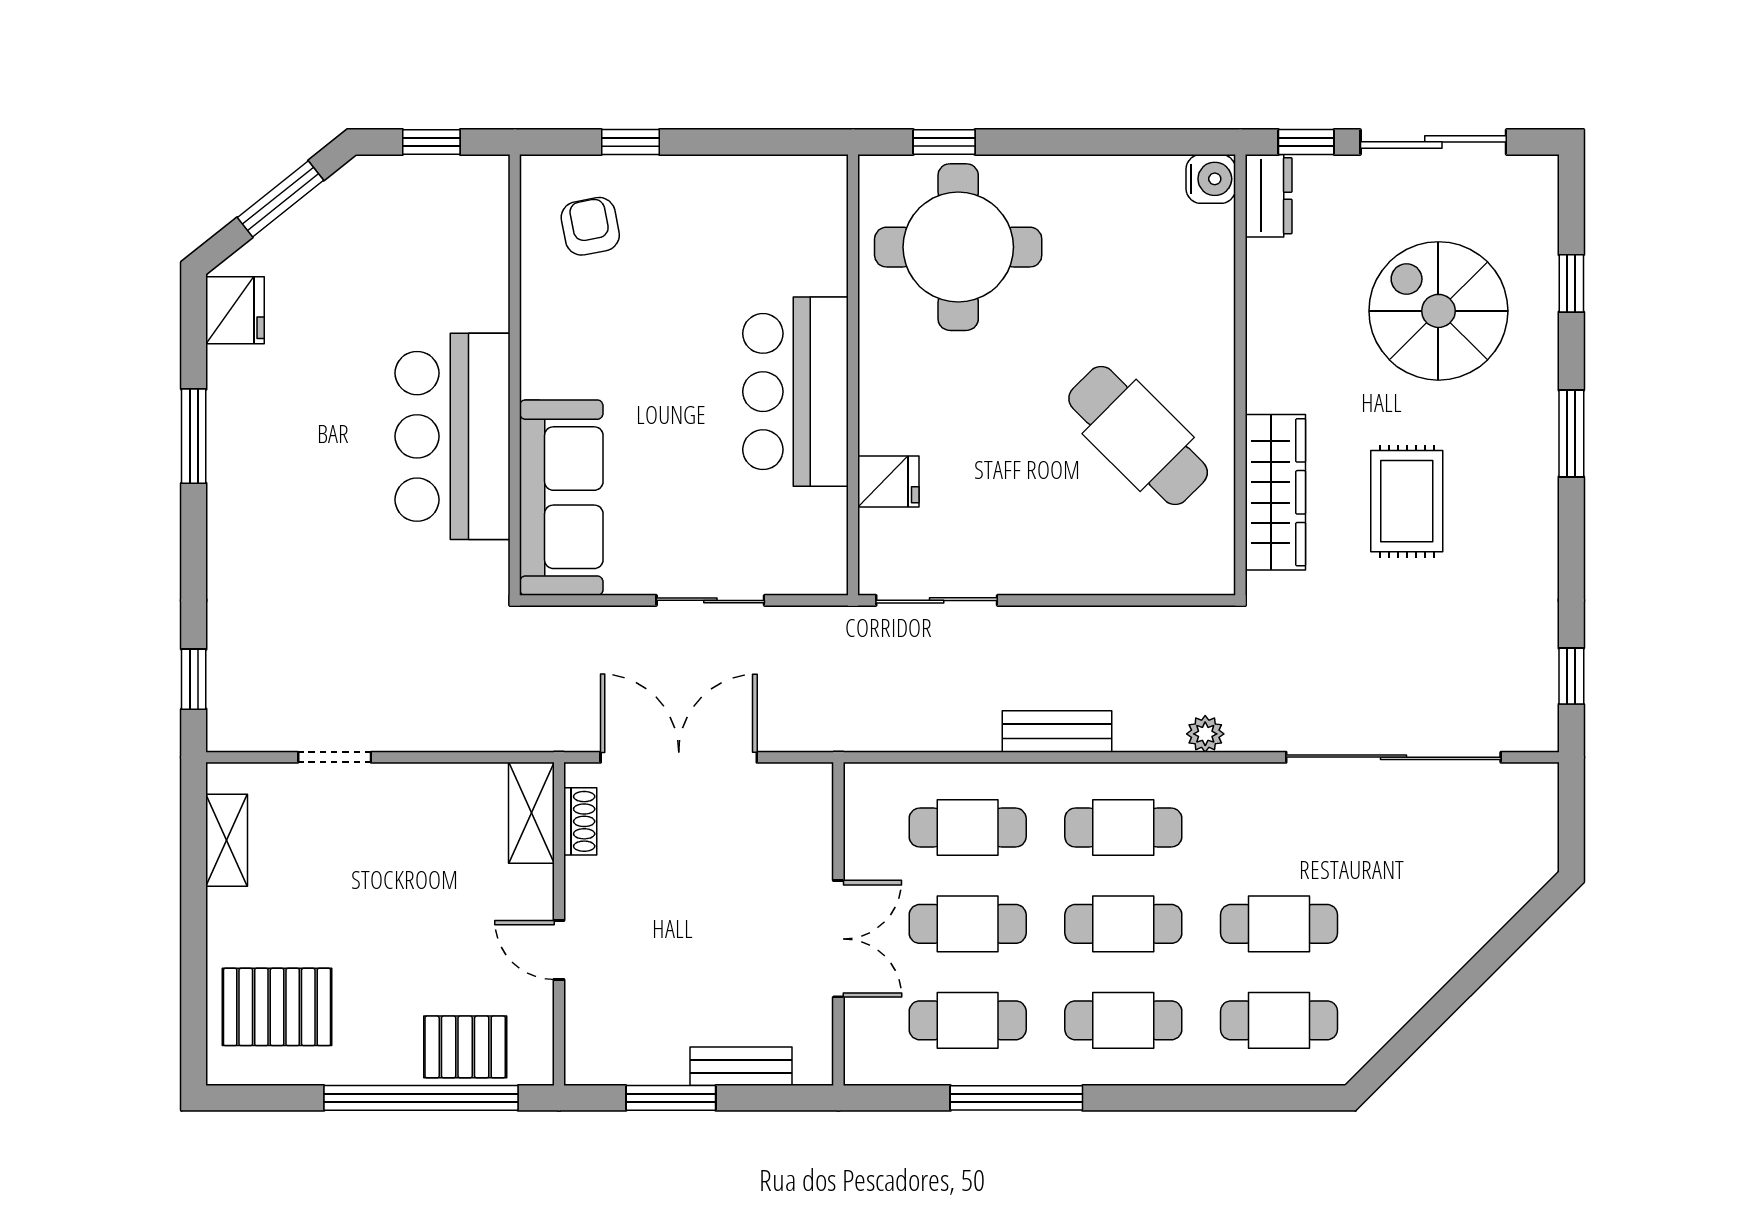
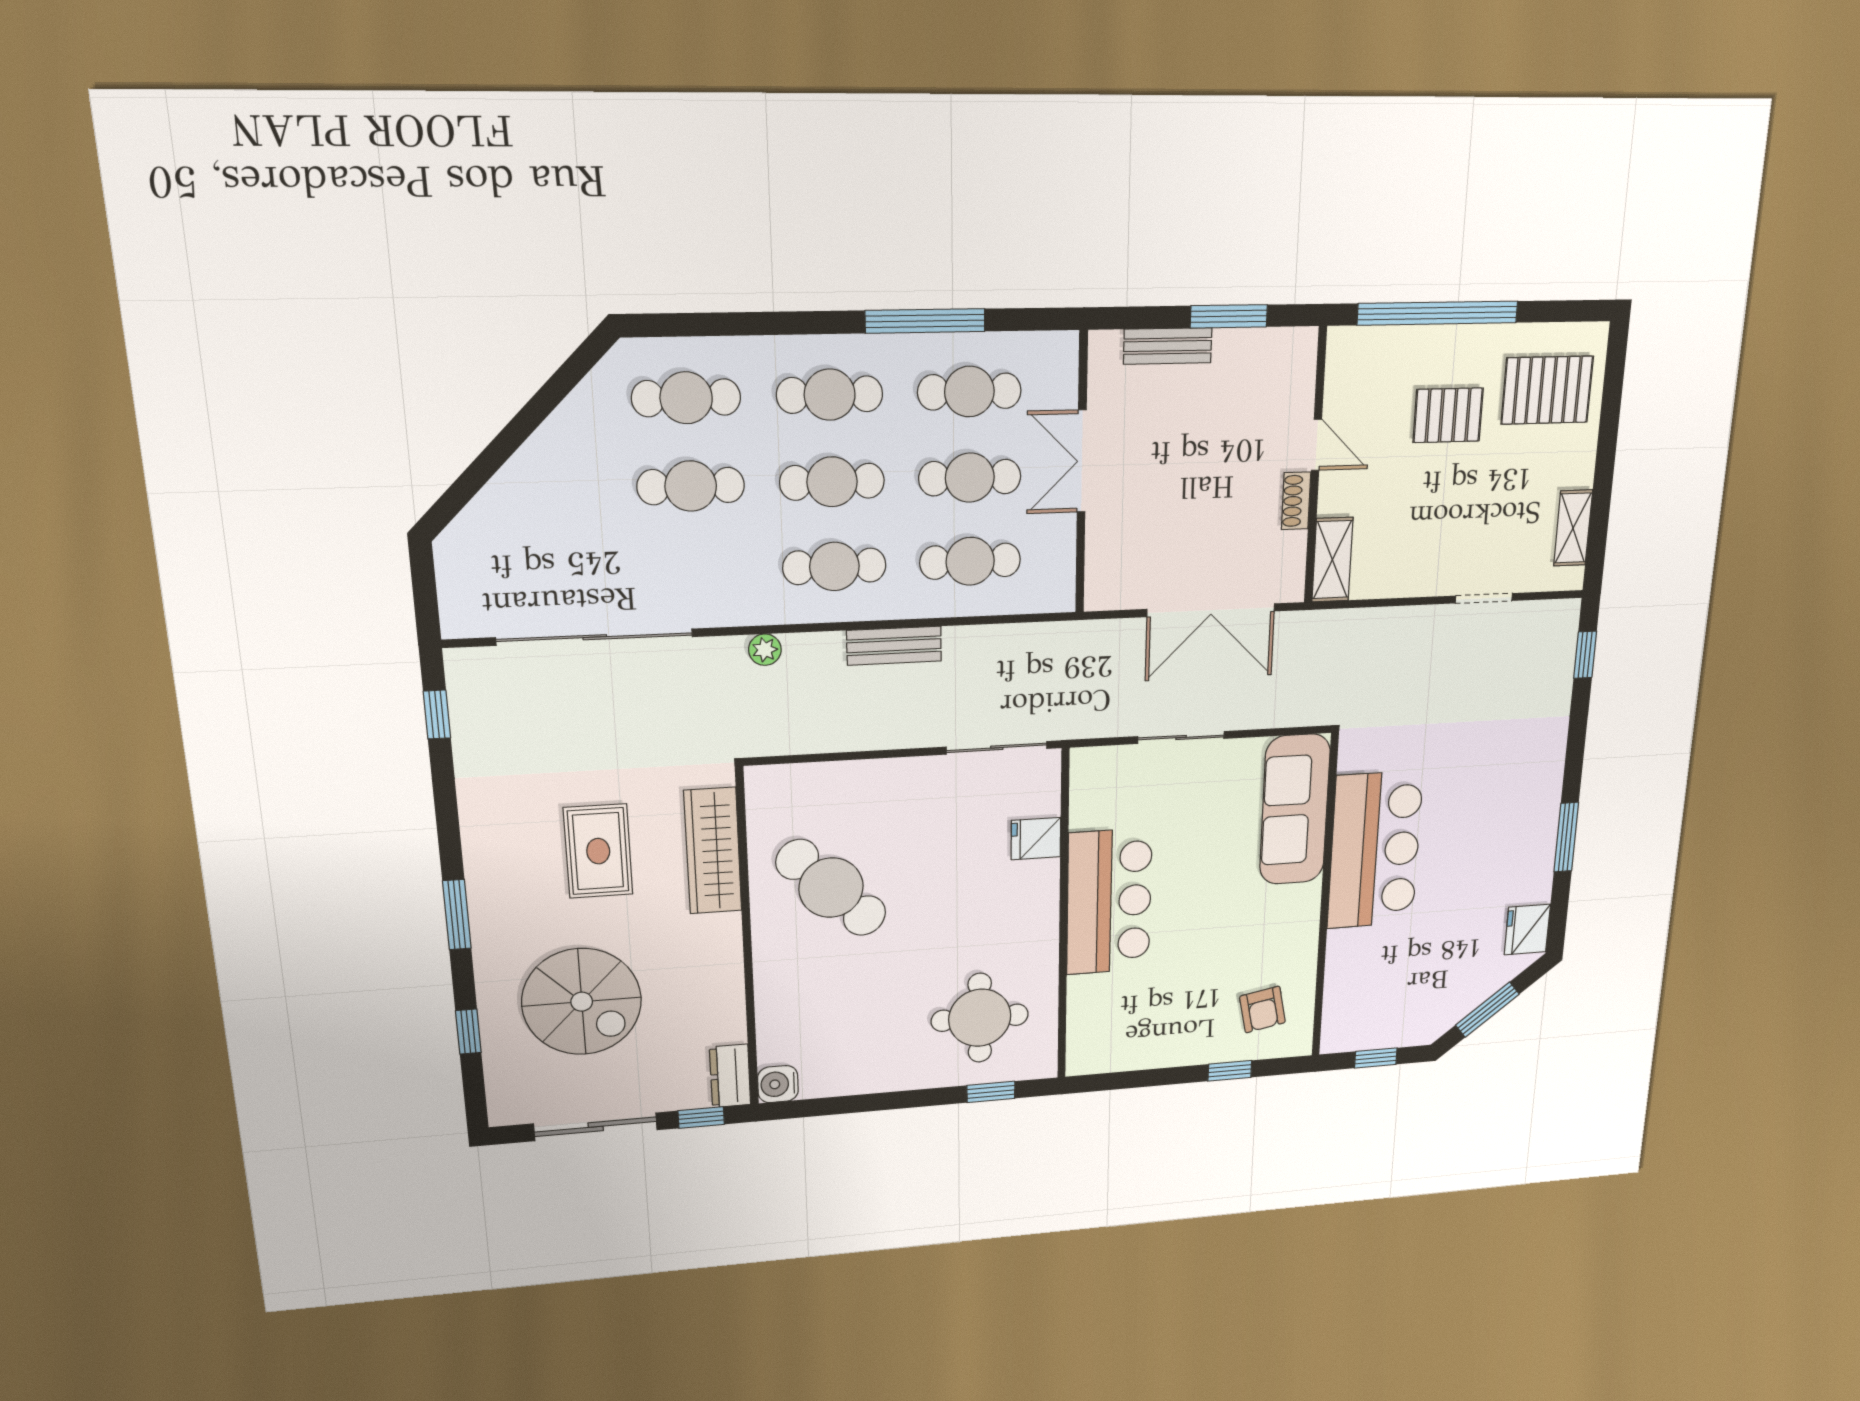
round table: (958, 247) -> (980, 1018), width x0.73, depth x0.73
shoe rack: (580, 821) -> (1296, 501), moved
pallet: (465, 1047) -> (1448, 415), moved

